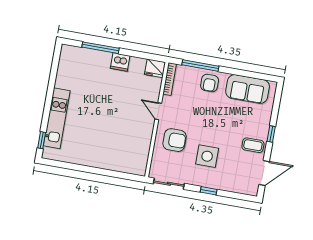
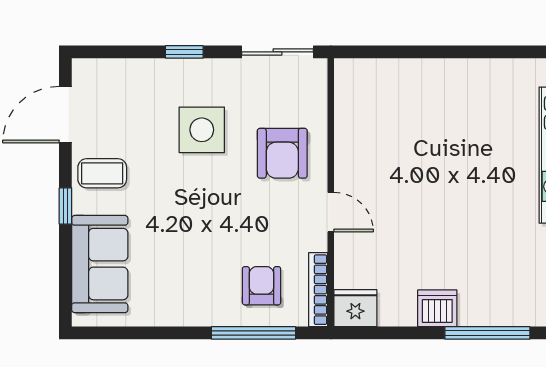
armchair: (210, 83) -> (262, 286), moved
sofa: (248, 89) -> (100, 264), moved, turned 90
armchair: (175, 140) -> (282, 153), turned -90

